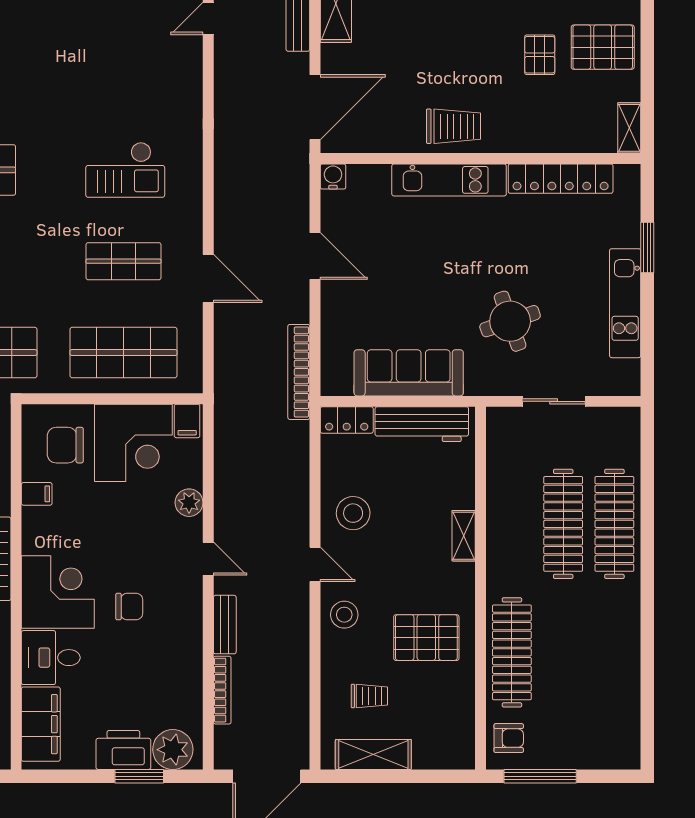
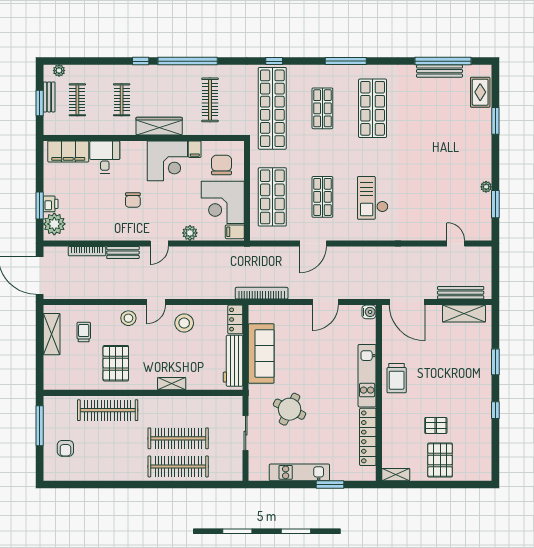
round table: (510, 321) -> (290, 409), turned 45
corner desk: (58, 592) -> (167, 161), moved
trolley: (369, 696) -> (84, 332), turned 180
armchair: (509, 738) -> (65, 448), moved
printer: (123, 750) -> (51, 204), width x0.53, depth x0.68

